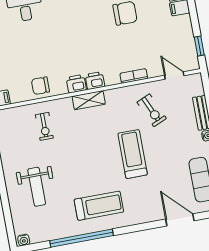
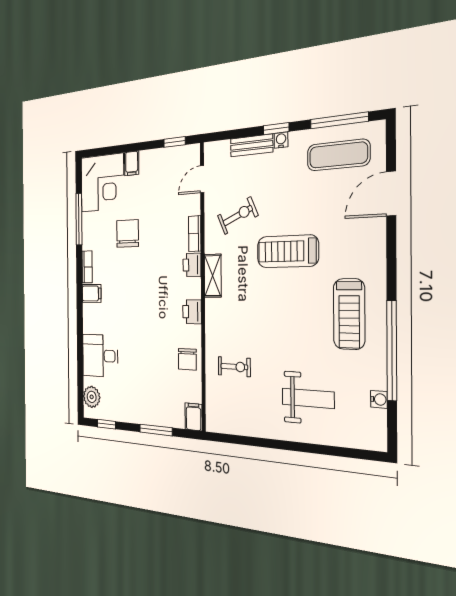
printer: (95, 81) -> (192, 265), moved
shelving: (89, 100) -> (213, 276), moved
treadmill: (99, 206) -> (349, 314), turned 180
water cooler: (24, 240) -> (379, 399), moved

